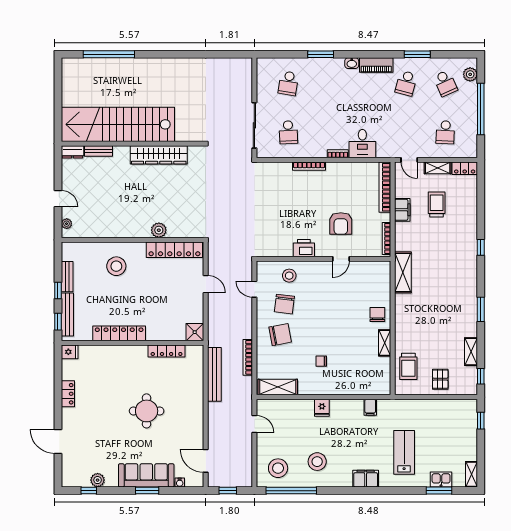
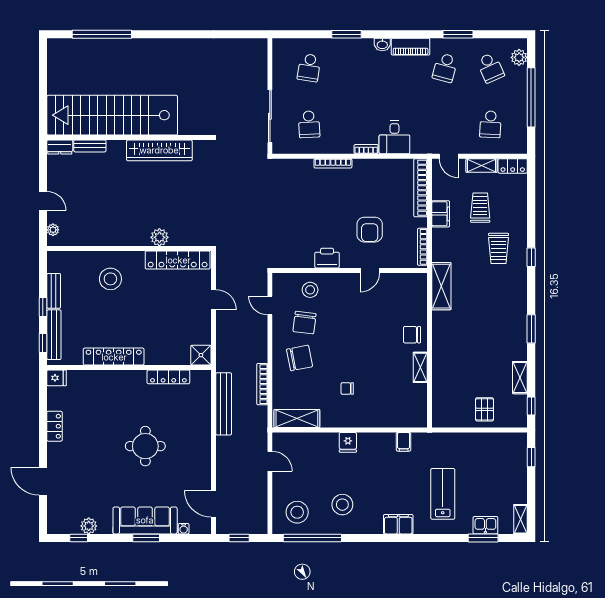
chair: (377, 314) -> (412, 335), turned -90
trolley: (408, 366) -> (499, 248), moved

